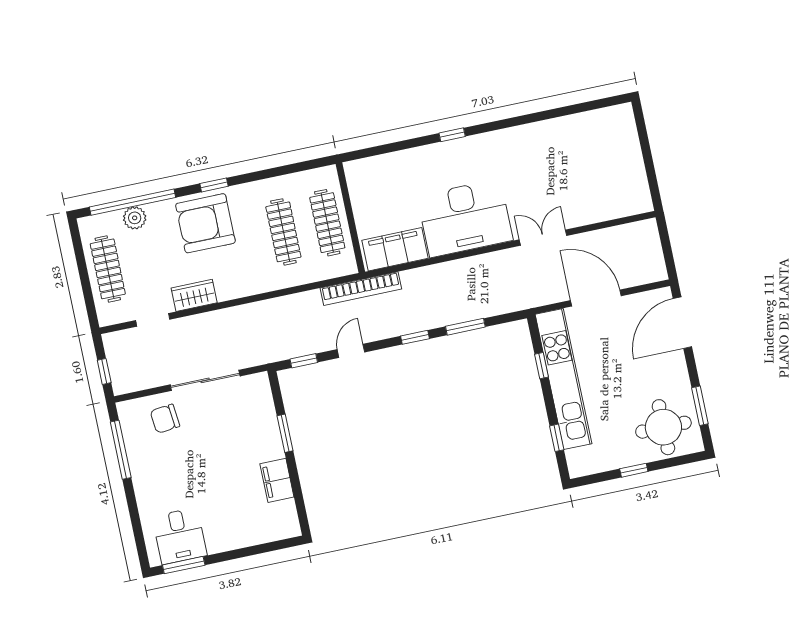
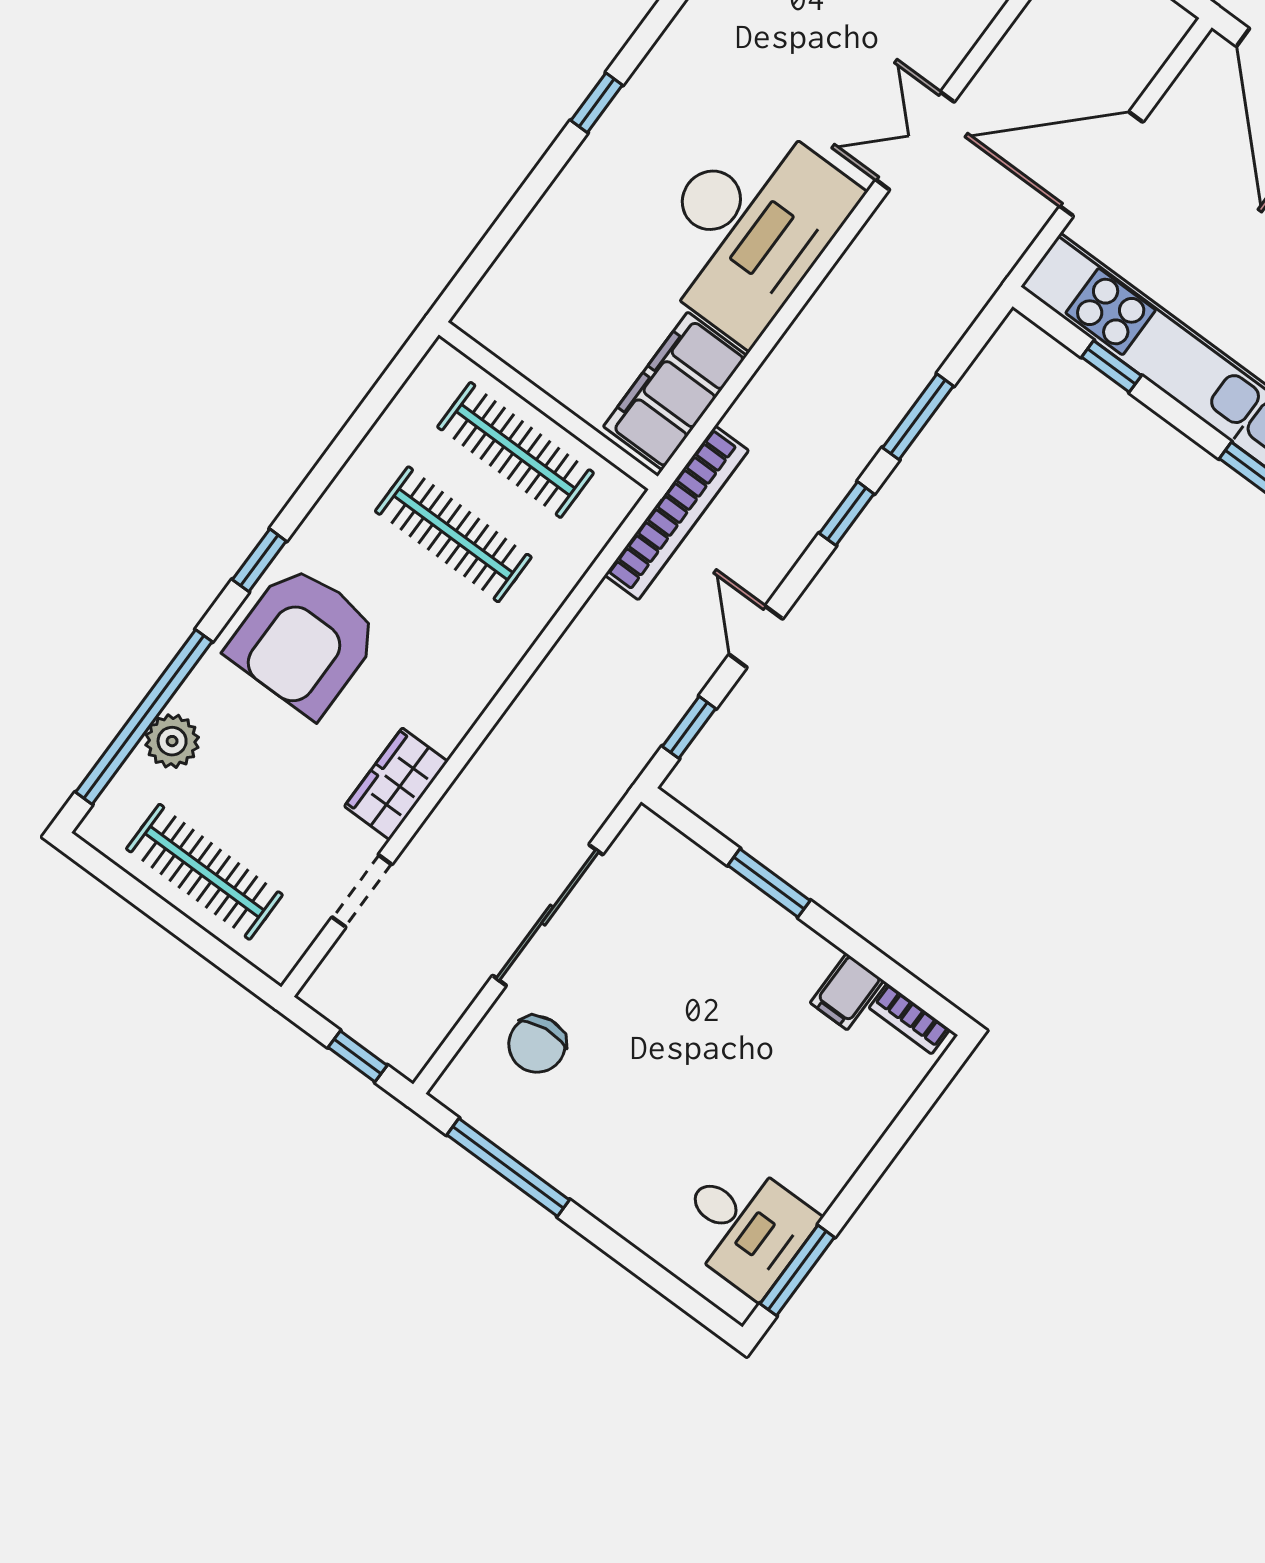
filing cabinet: (277, 480) -> (847, 992), width x0.50
bookcase: (291, 517) -> (909, 1019), added

